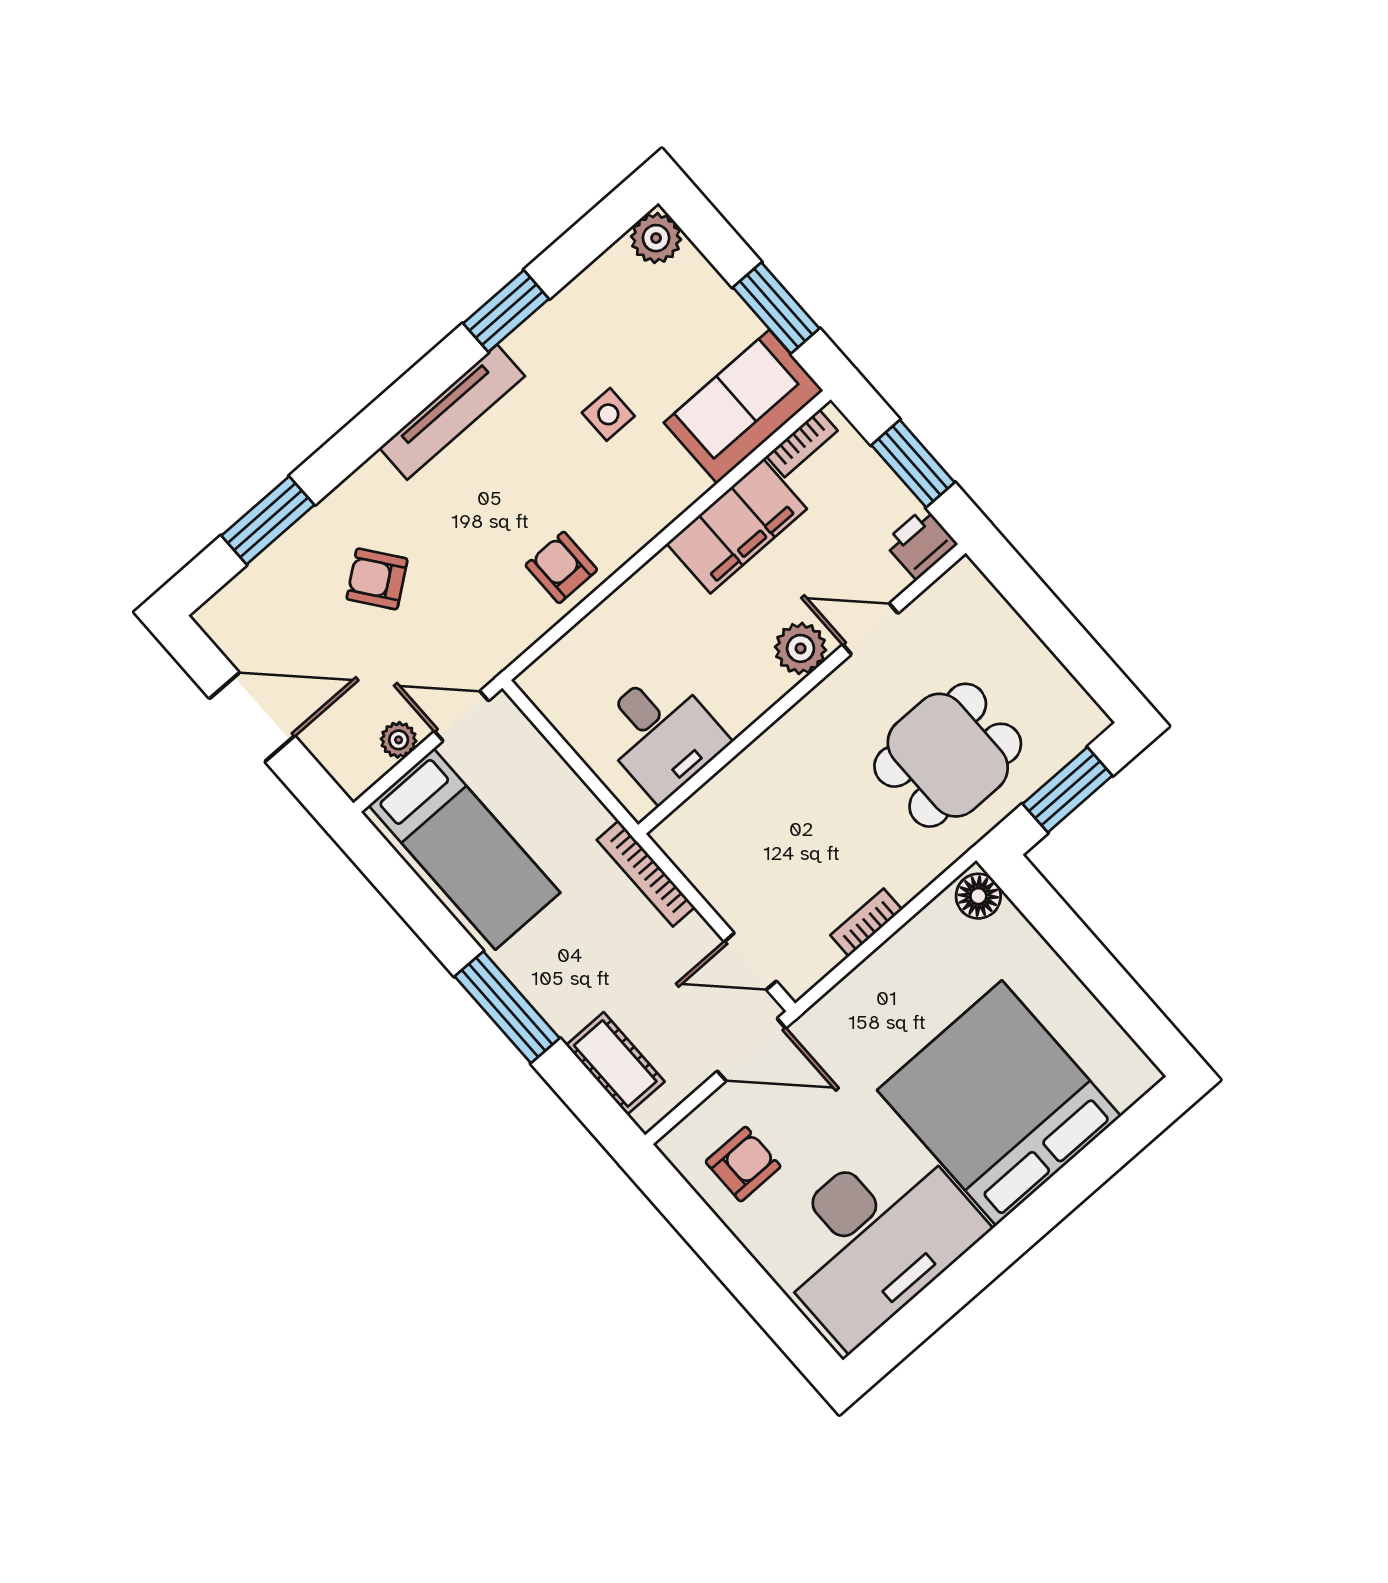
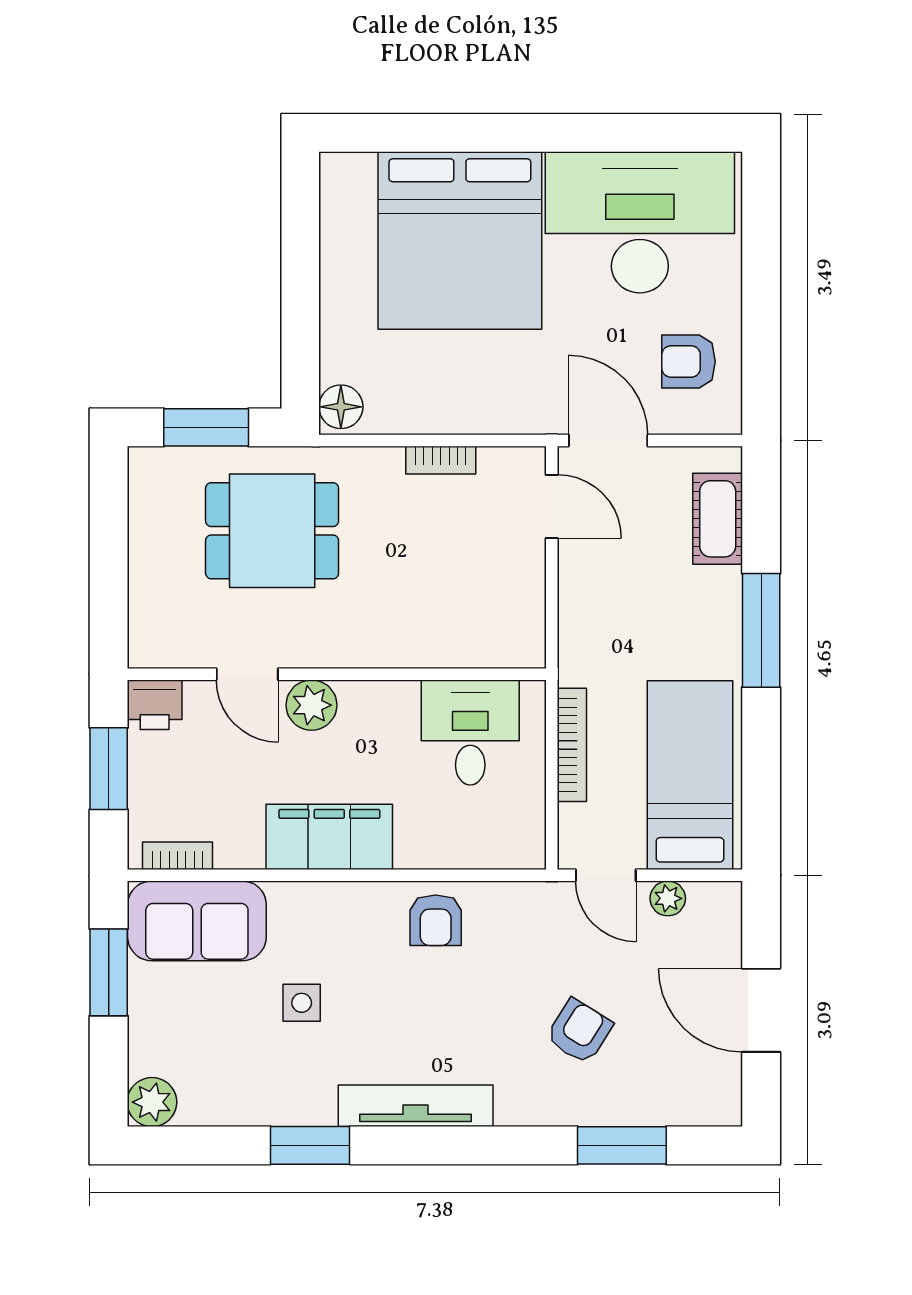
filing cabinet: (737, 526) -> (329, 837), moved
armchair: (377, 579) -> (579, 1031), turned -111
bookcase: (646, 873) -> (572, 745), moved

